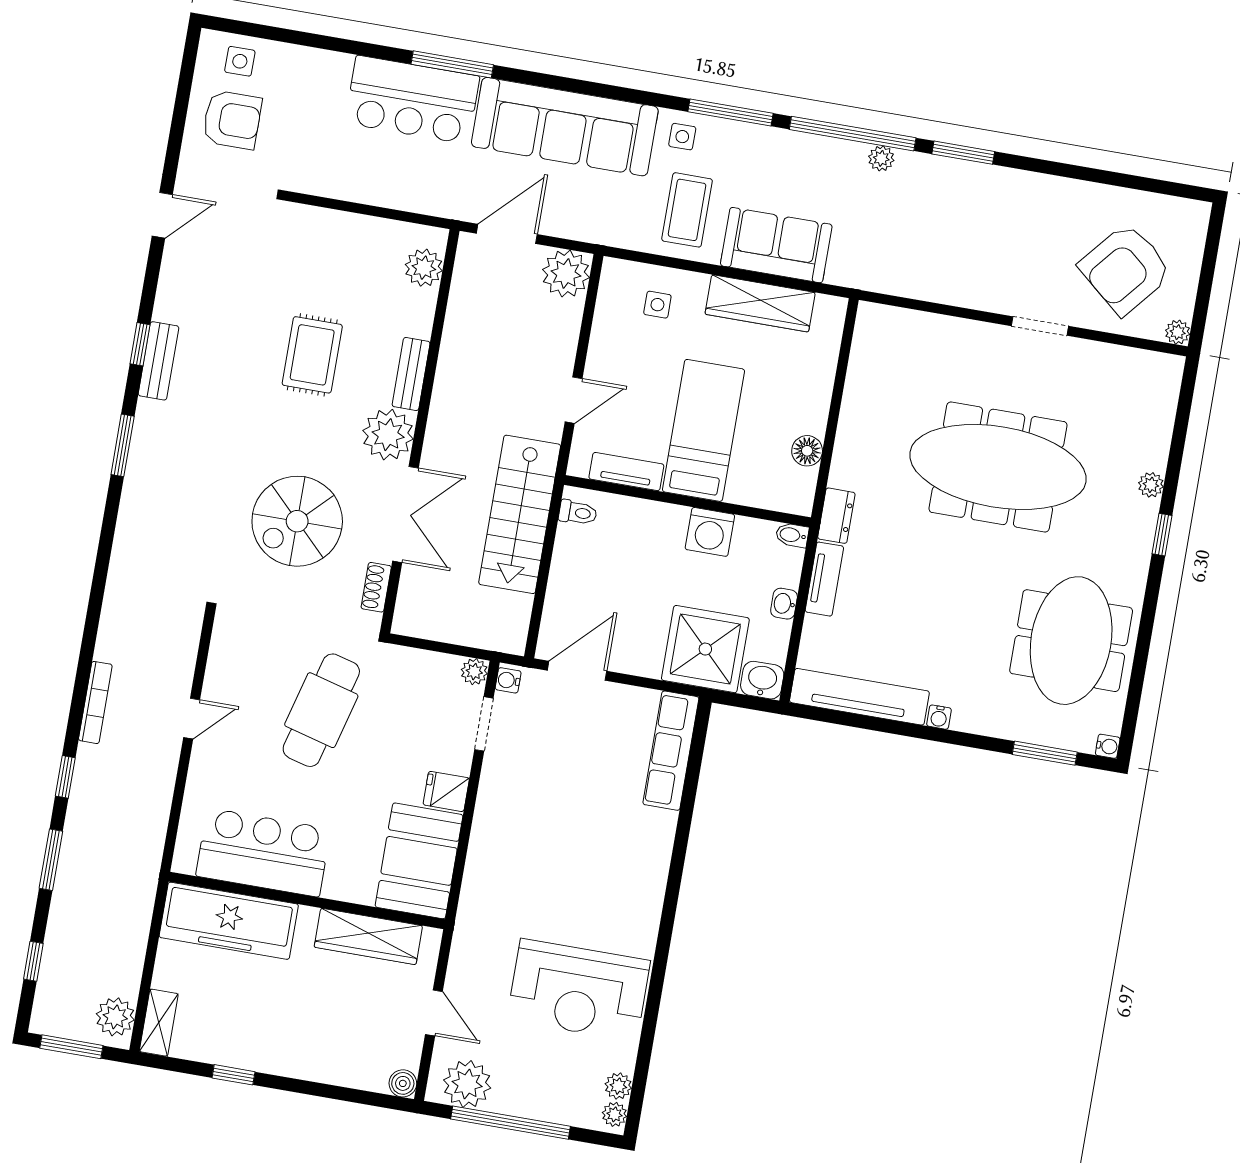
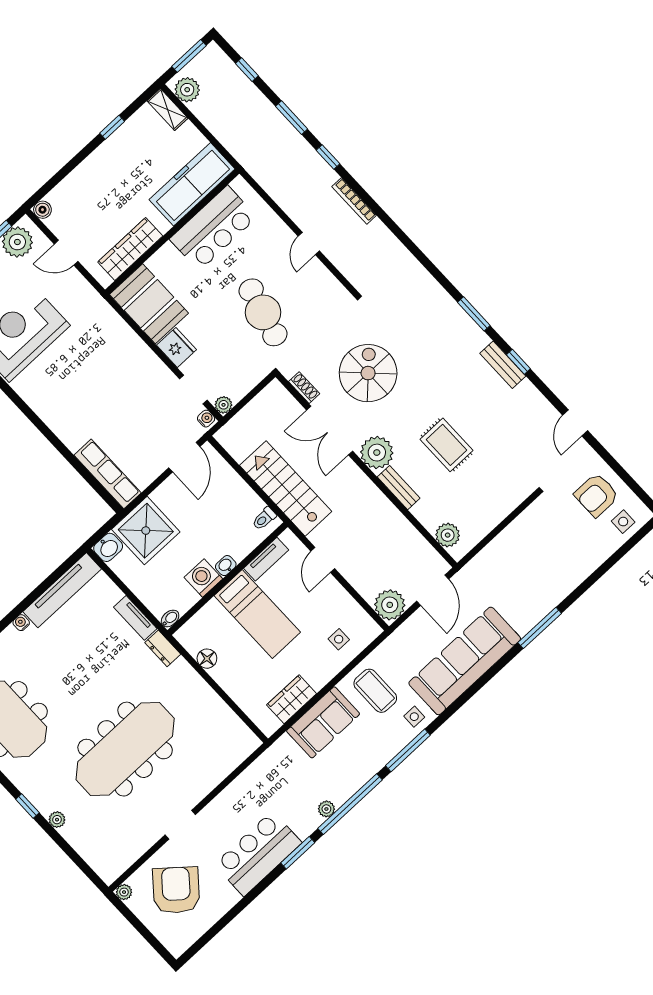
bar counter: (412, 100) -> (258, 854), moved
wardrobe: (760, 303) -> (292, 699), width x0.67
washbasin: (784, 604) -> (226, 566), moved, turned -90
fridge: (446, 791) -> (177, 347), width x1.38

